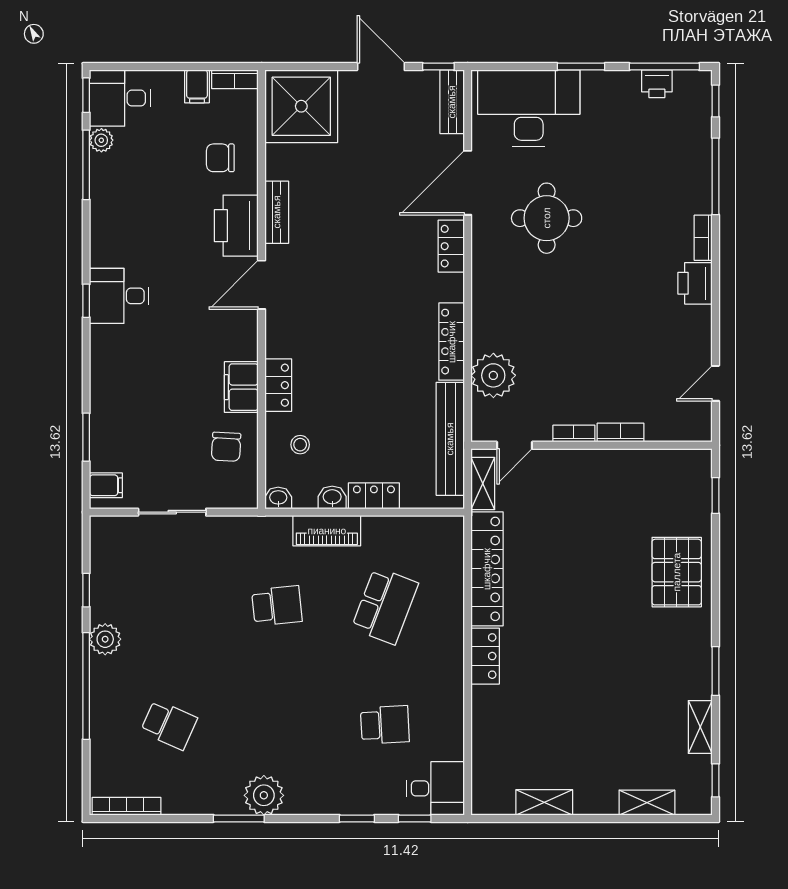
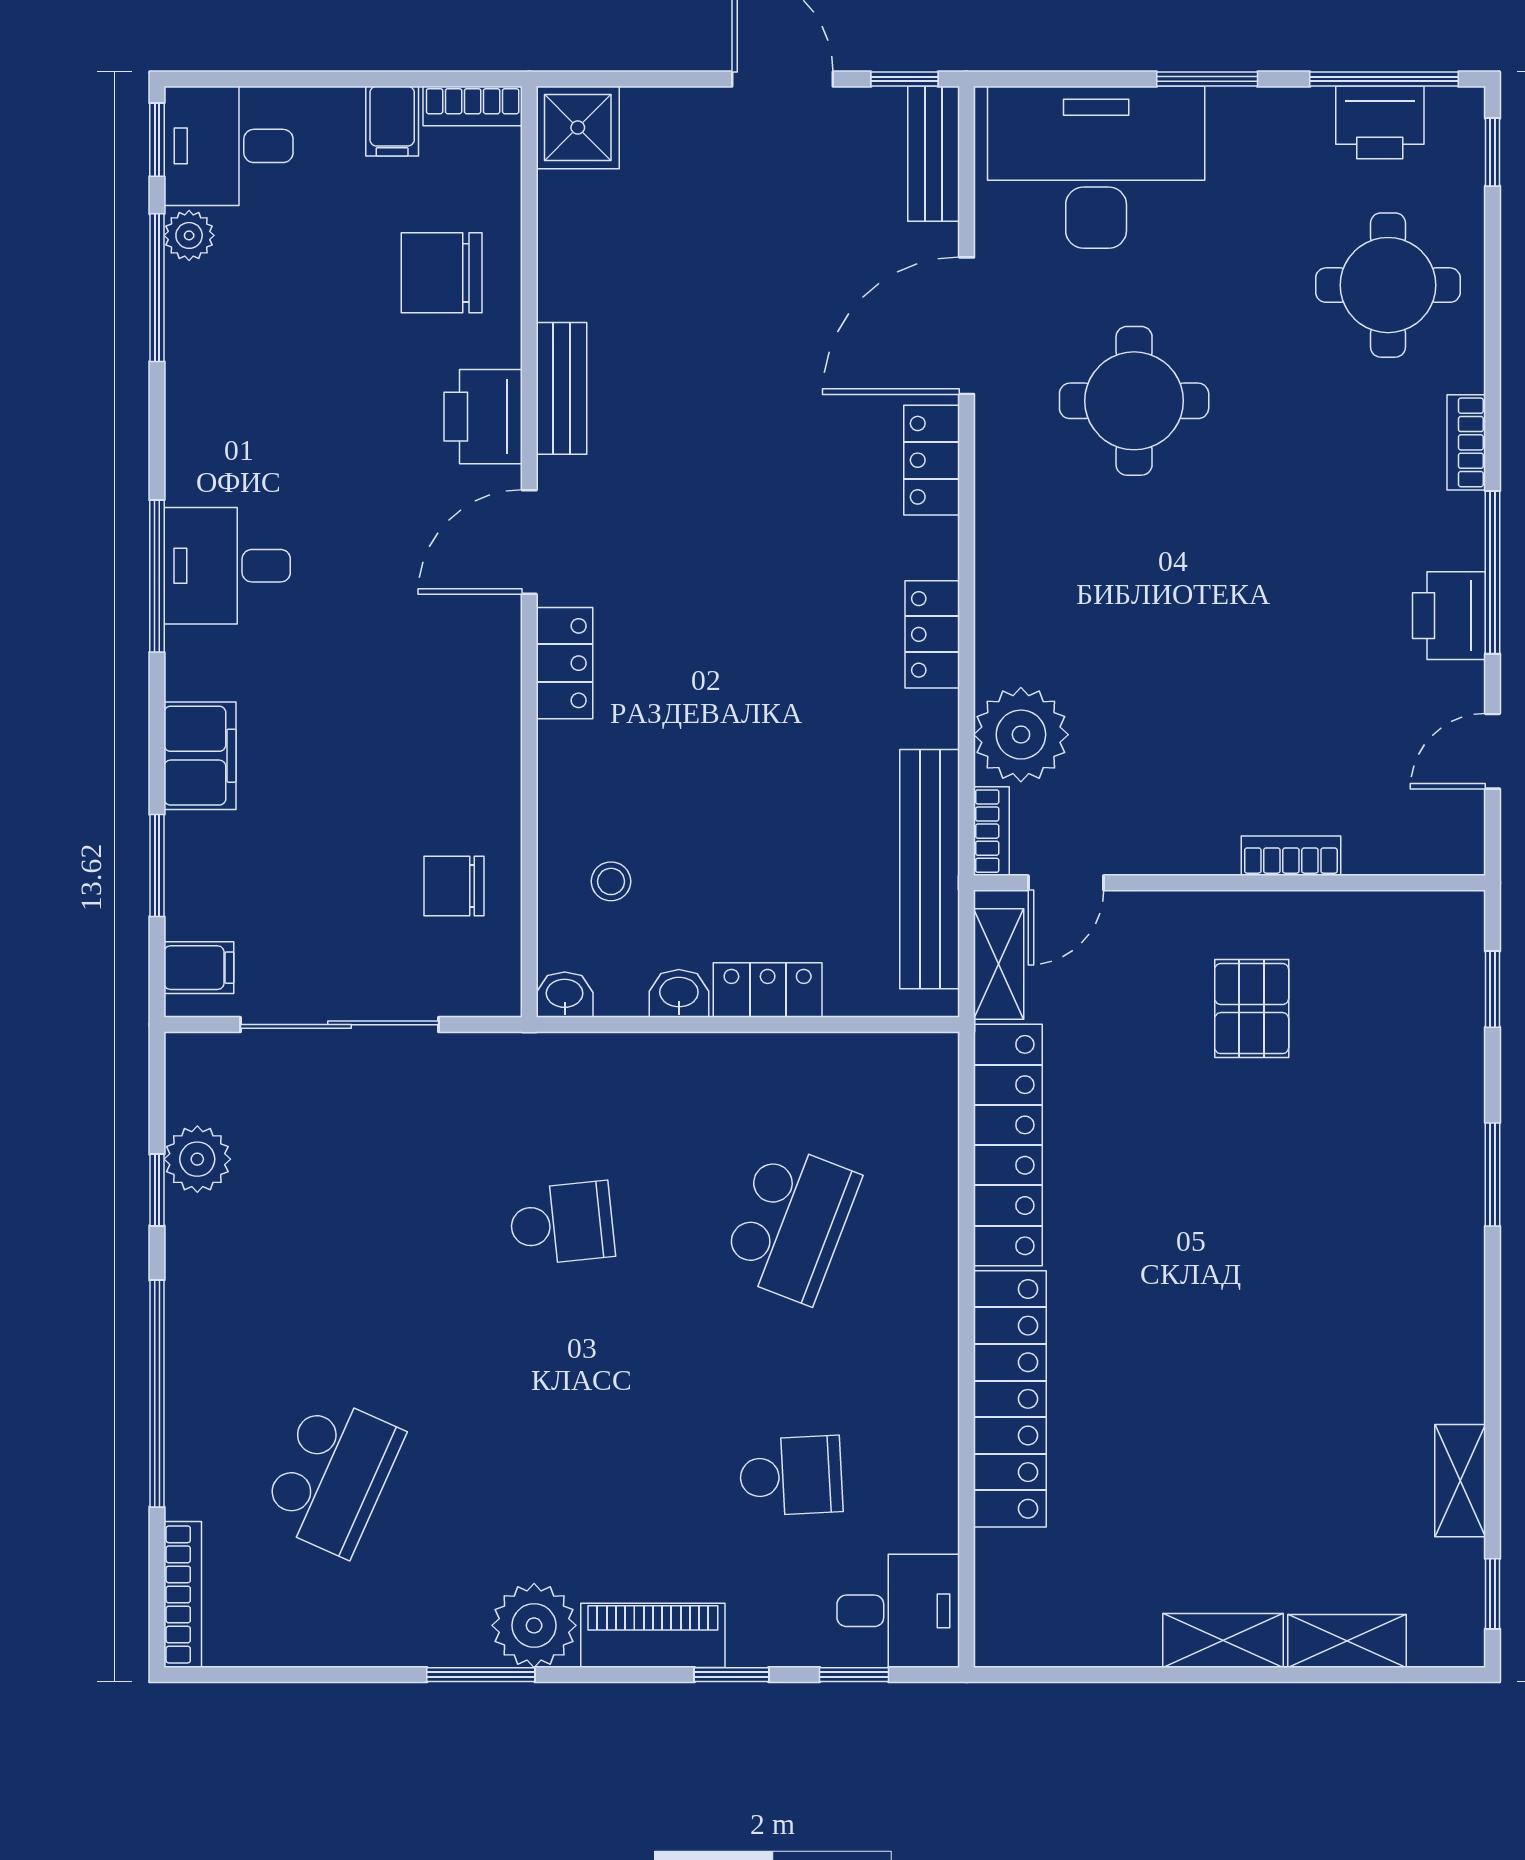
printer: (657, 84) -> (1380, 123), width x1.36, depth x1.24
shower: (301, 106) -> (578, 128), width x0.54, depth x0.54
chair: (220, 158) -> (442, 273), width x1.37, depth x1.37
round table: (666, 164) -> (1388, 285), added
window: (716, 176) -> (1492, 572), moved
printer: (236, 226) -> (483, 417), width x0.73, depth x0.84
printer: (695, 283) -> (1449, 616), moved
window: (86, 301) -> (157, 576), width x2.17
locker: (452, 342) -> (932, 634), width x0.66
locker: (278, 385) -> (565, 663), moved
filing cabinet: (241, 387) -> (200, 756), moved, turned 180
bookcase: (574, 434) -> (991, 831), moved, turned 90
chair: (226, 447) -> (454, 886), turned 87
sliding door: (172, 512) -> (339, 1025), width x1.37
piano: (327, 531) -> (653, 1635), moved, turned 180
pallet: (677, 572) -> (1252, 1009), moved, width x0.67, depth x0.71
plant: (105, 639) -> (197, 1159), moved
locker: (485, 656) -> (1010, 1399), width x2.16, depth x1.21
window: (716, 671) -> (1492, 1174), moved
school desk: (169, 725) -> (333, 1476), width x1.85
shelving: (544, 802) -> (1223, 1640), moved
bookcase: (126, 806) -> (183, 1594), moved, turned 90

